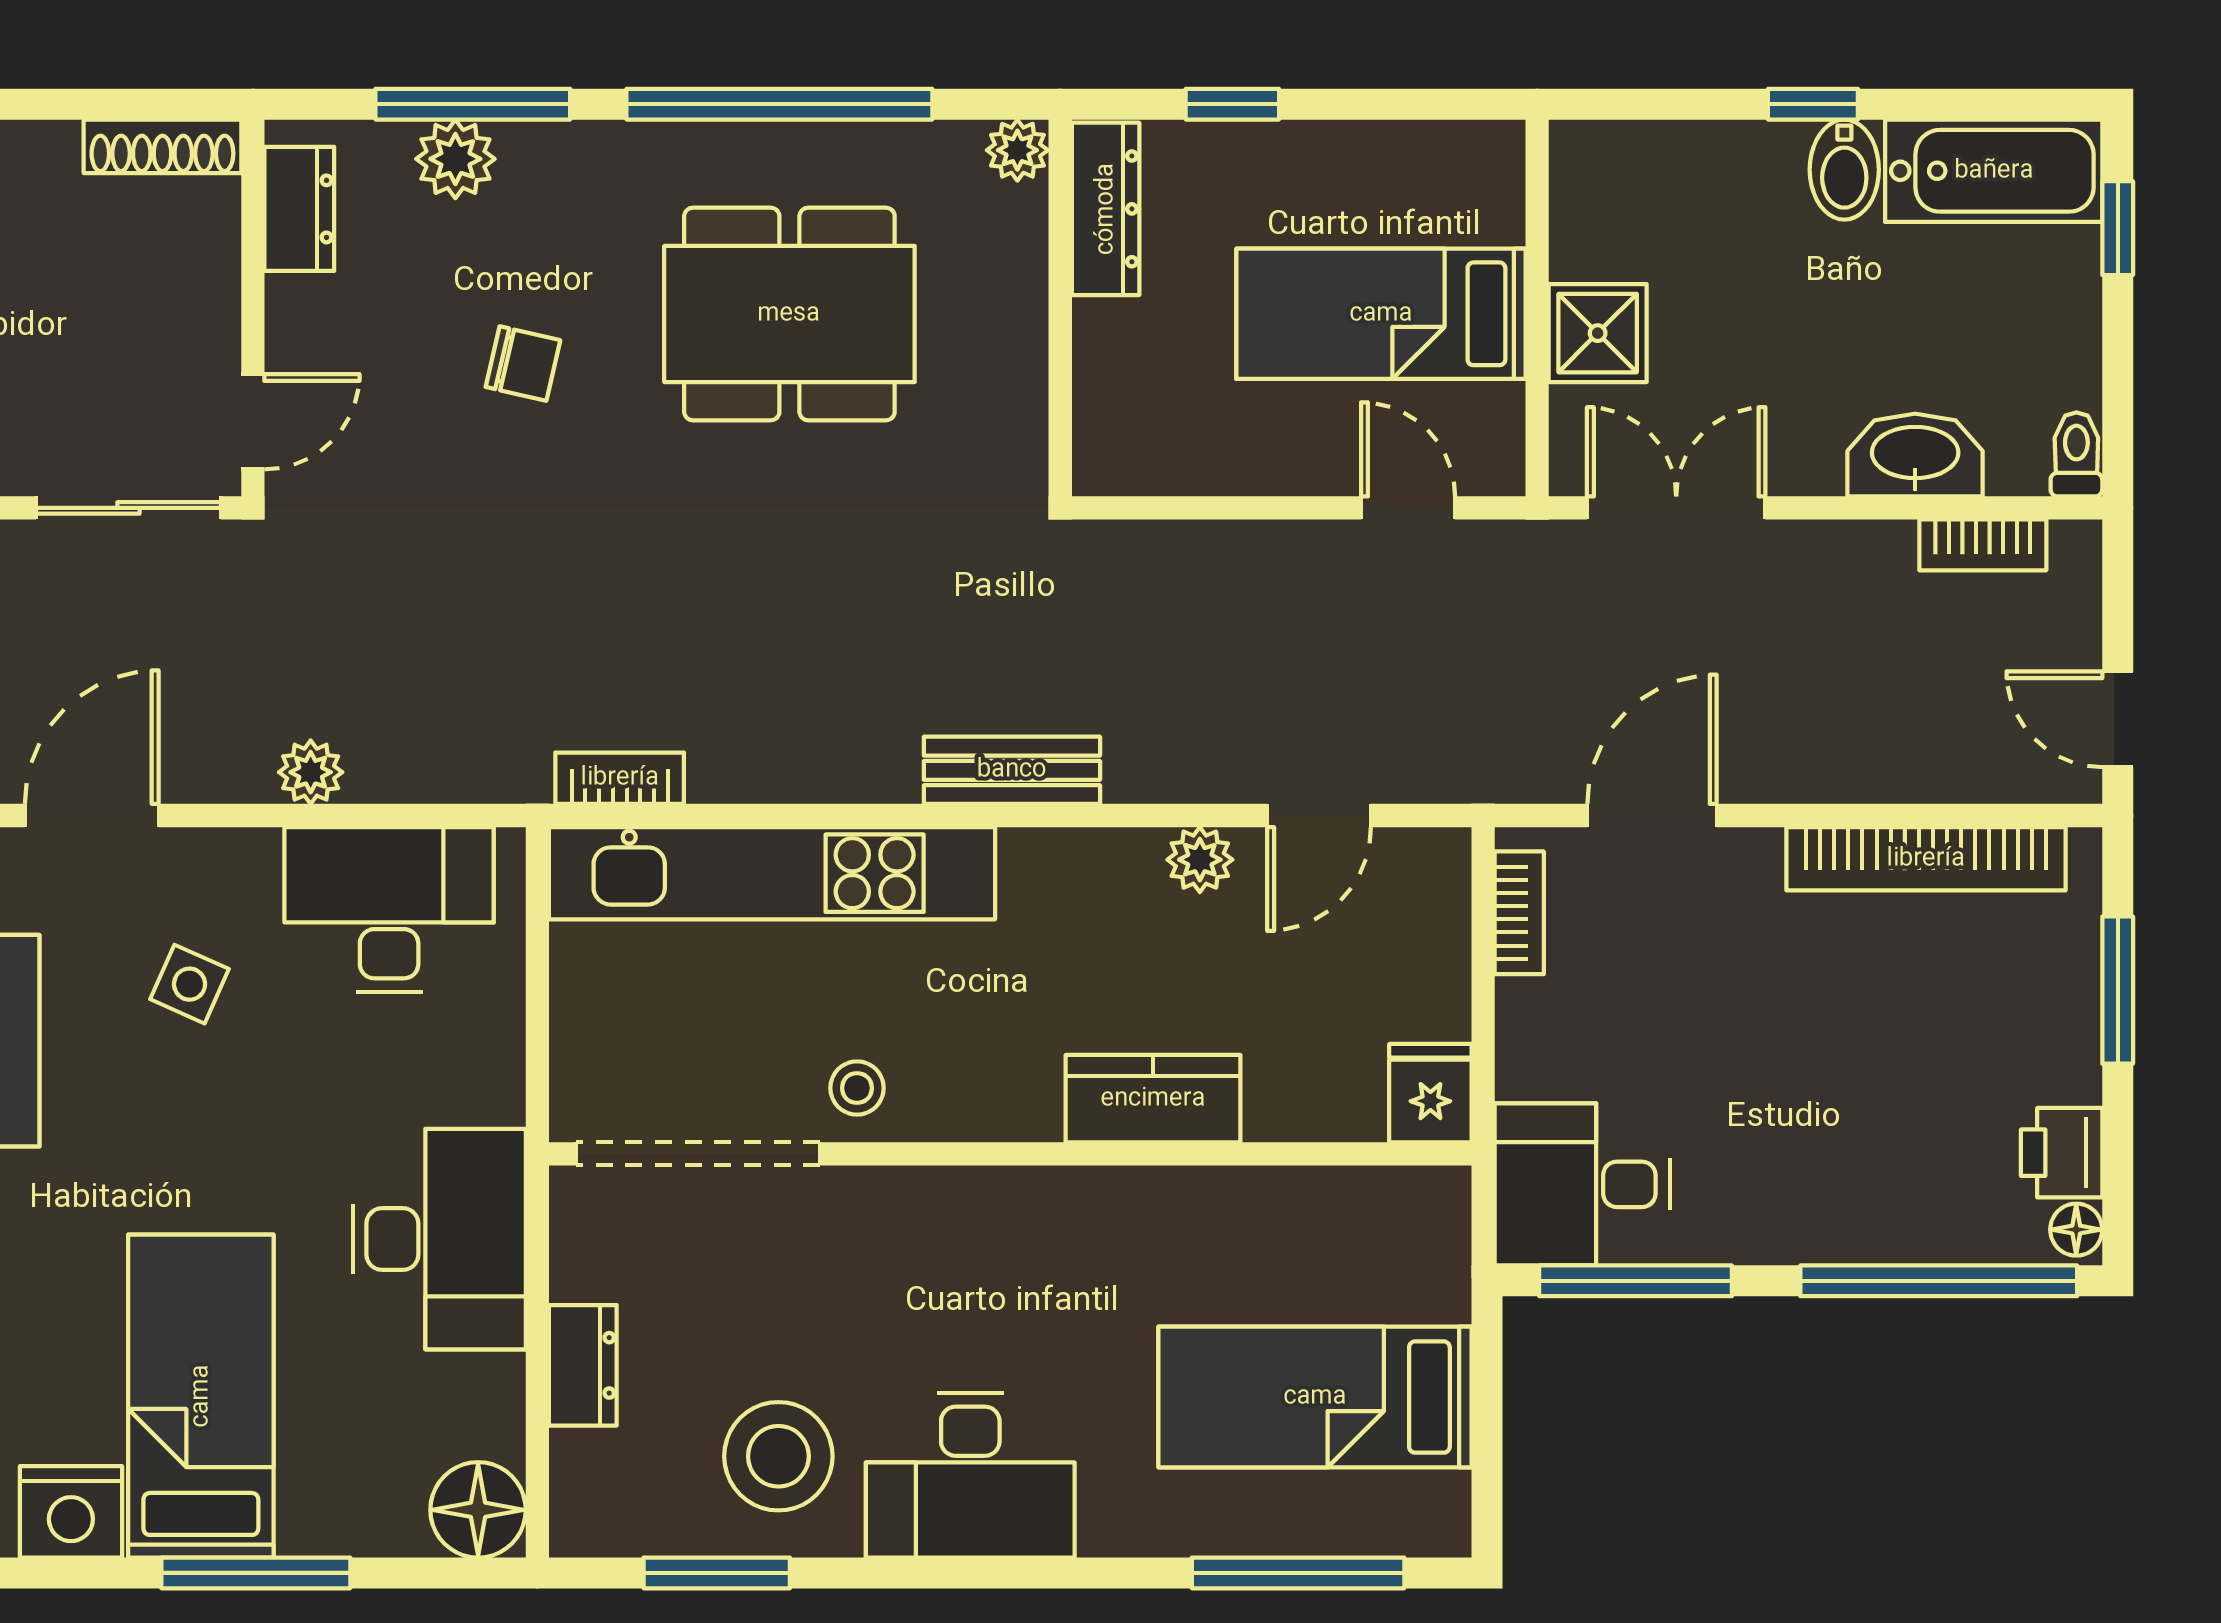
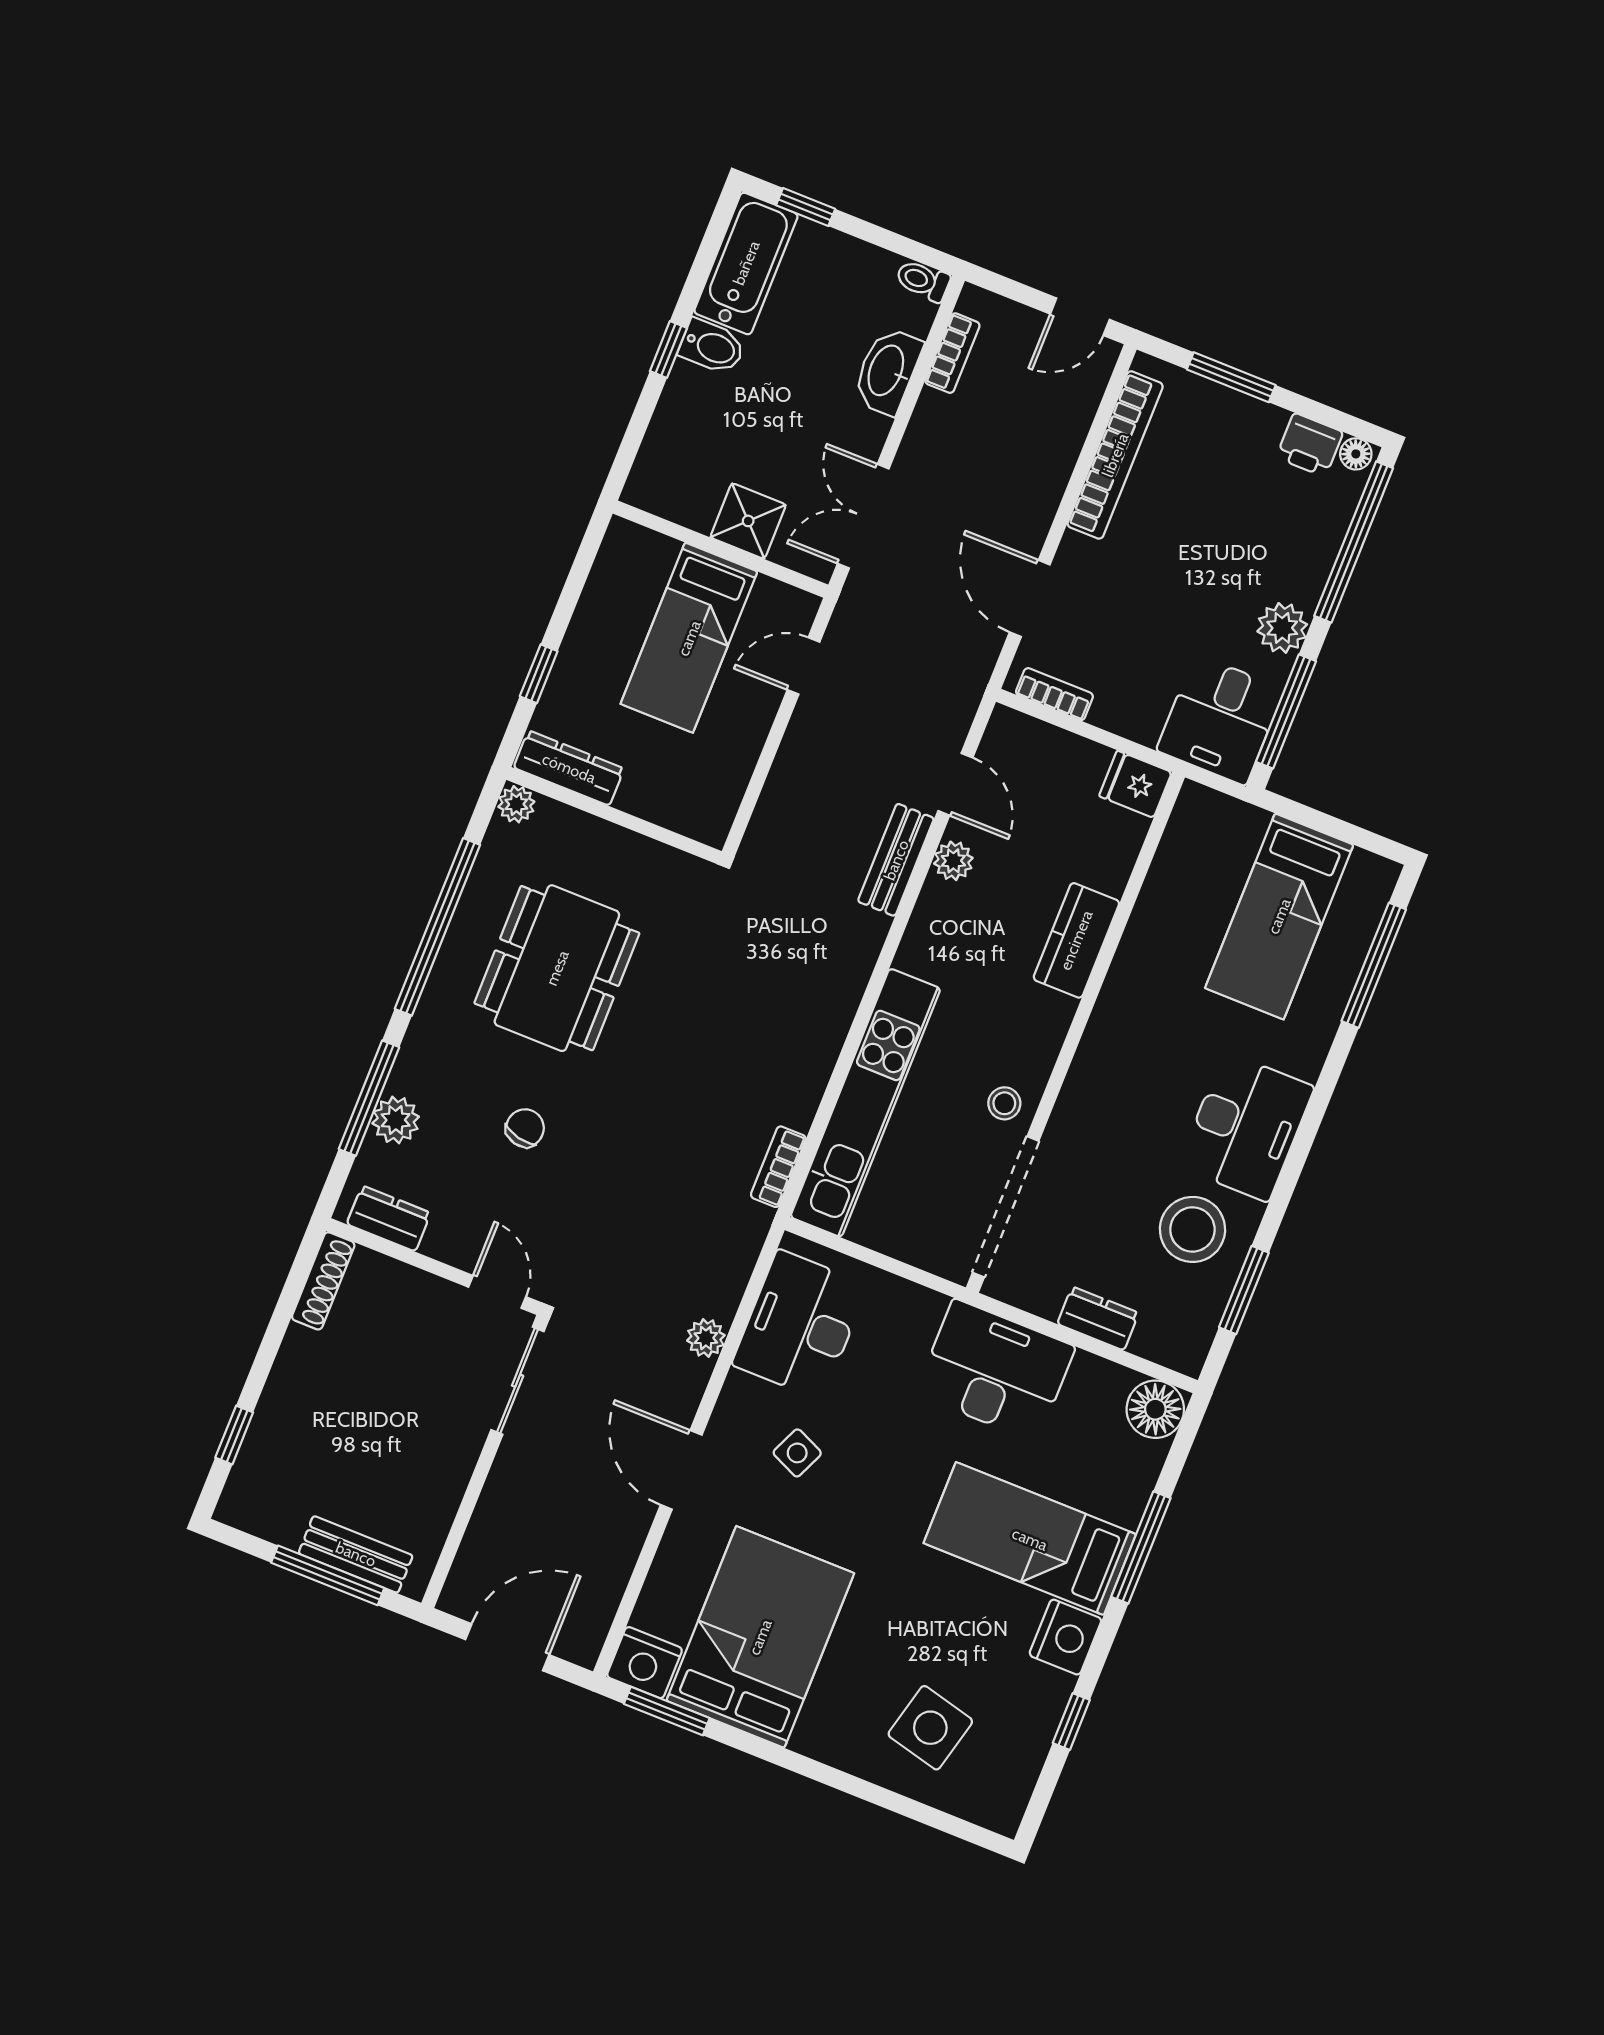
bench: (1012, 770) -> (896, 860), moved
plant: (1762, 1223) -> (1282, 628), added

